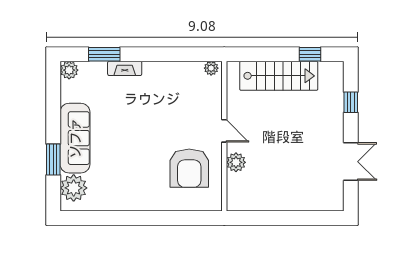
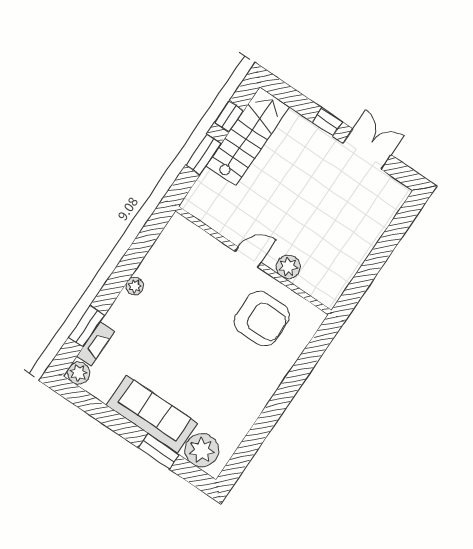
window: (273, 54) -> (203, 154), added
fireplace: (125, 68) -> (96, 344), moved
plant: (211, 68) -> (135, 286), moved
stairs: (279, 76) -> (248, 136), moved
window: (351, 102) -> (327, 122), moved

